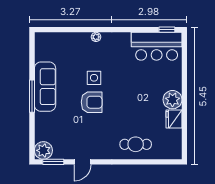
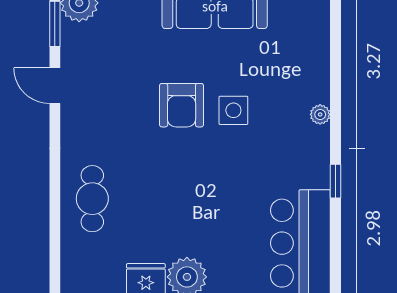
window: (167, 30) -> (335, 181), moved

